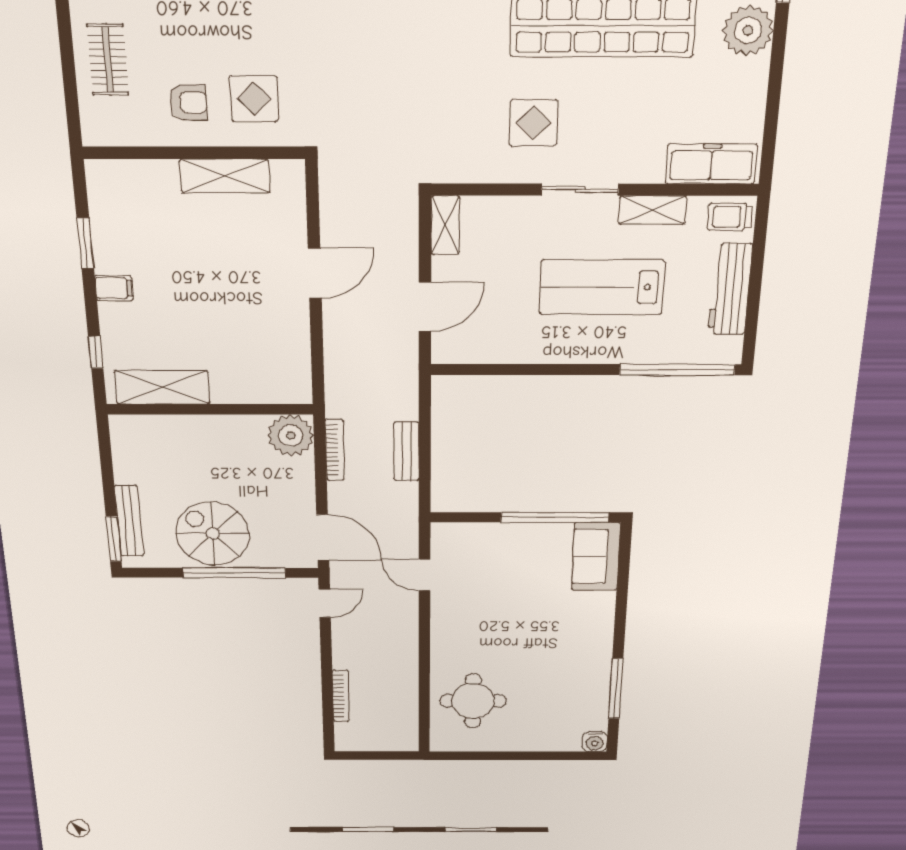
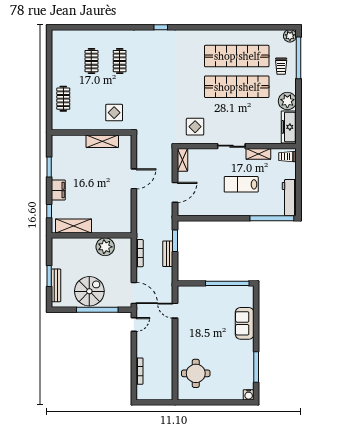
plant: (748, 30) -> (287, 101), moved
armchair: (188, 102) -> (91, 114), removed
display table: (533, 123) -> (195, 127), moved
freezer: (711, 164) -> (289, 127), moved, turned -90
lab bench: (602, 287) -> (241, 184), width x0.73, depth x0.72
filing cabinet: (114, 288) -> (58, 190), width x2.00
workbench: (730, 289) -> (289, 198), moved
window: (425, 422) -> (175, 241), added
plant: (291, 435) -> (105, 247), moved
spiral stairs: (213, 534) -> (89, 291), turned 90
window: (114, 539) -> (49, 276), moved
sofa: (596, 557) -> (245, 323), moved

